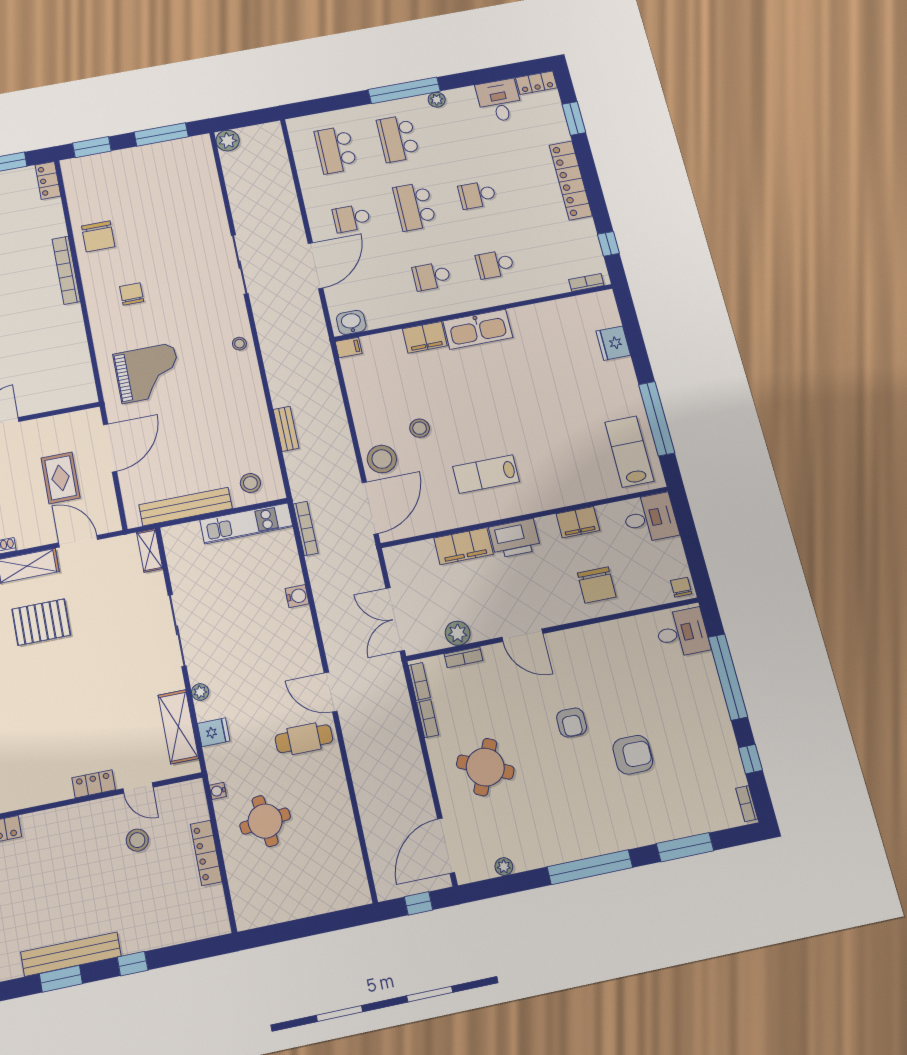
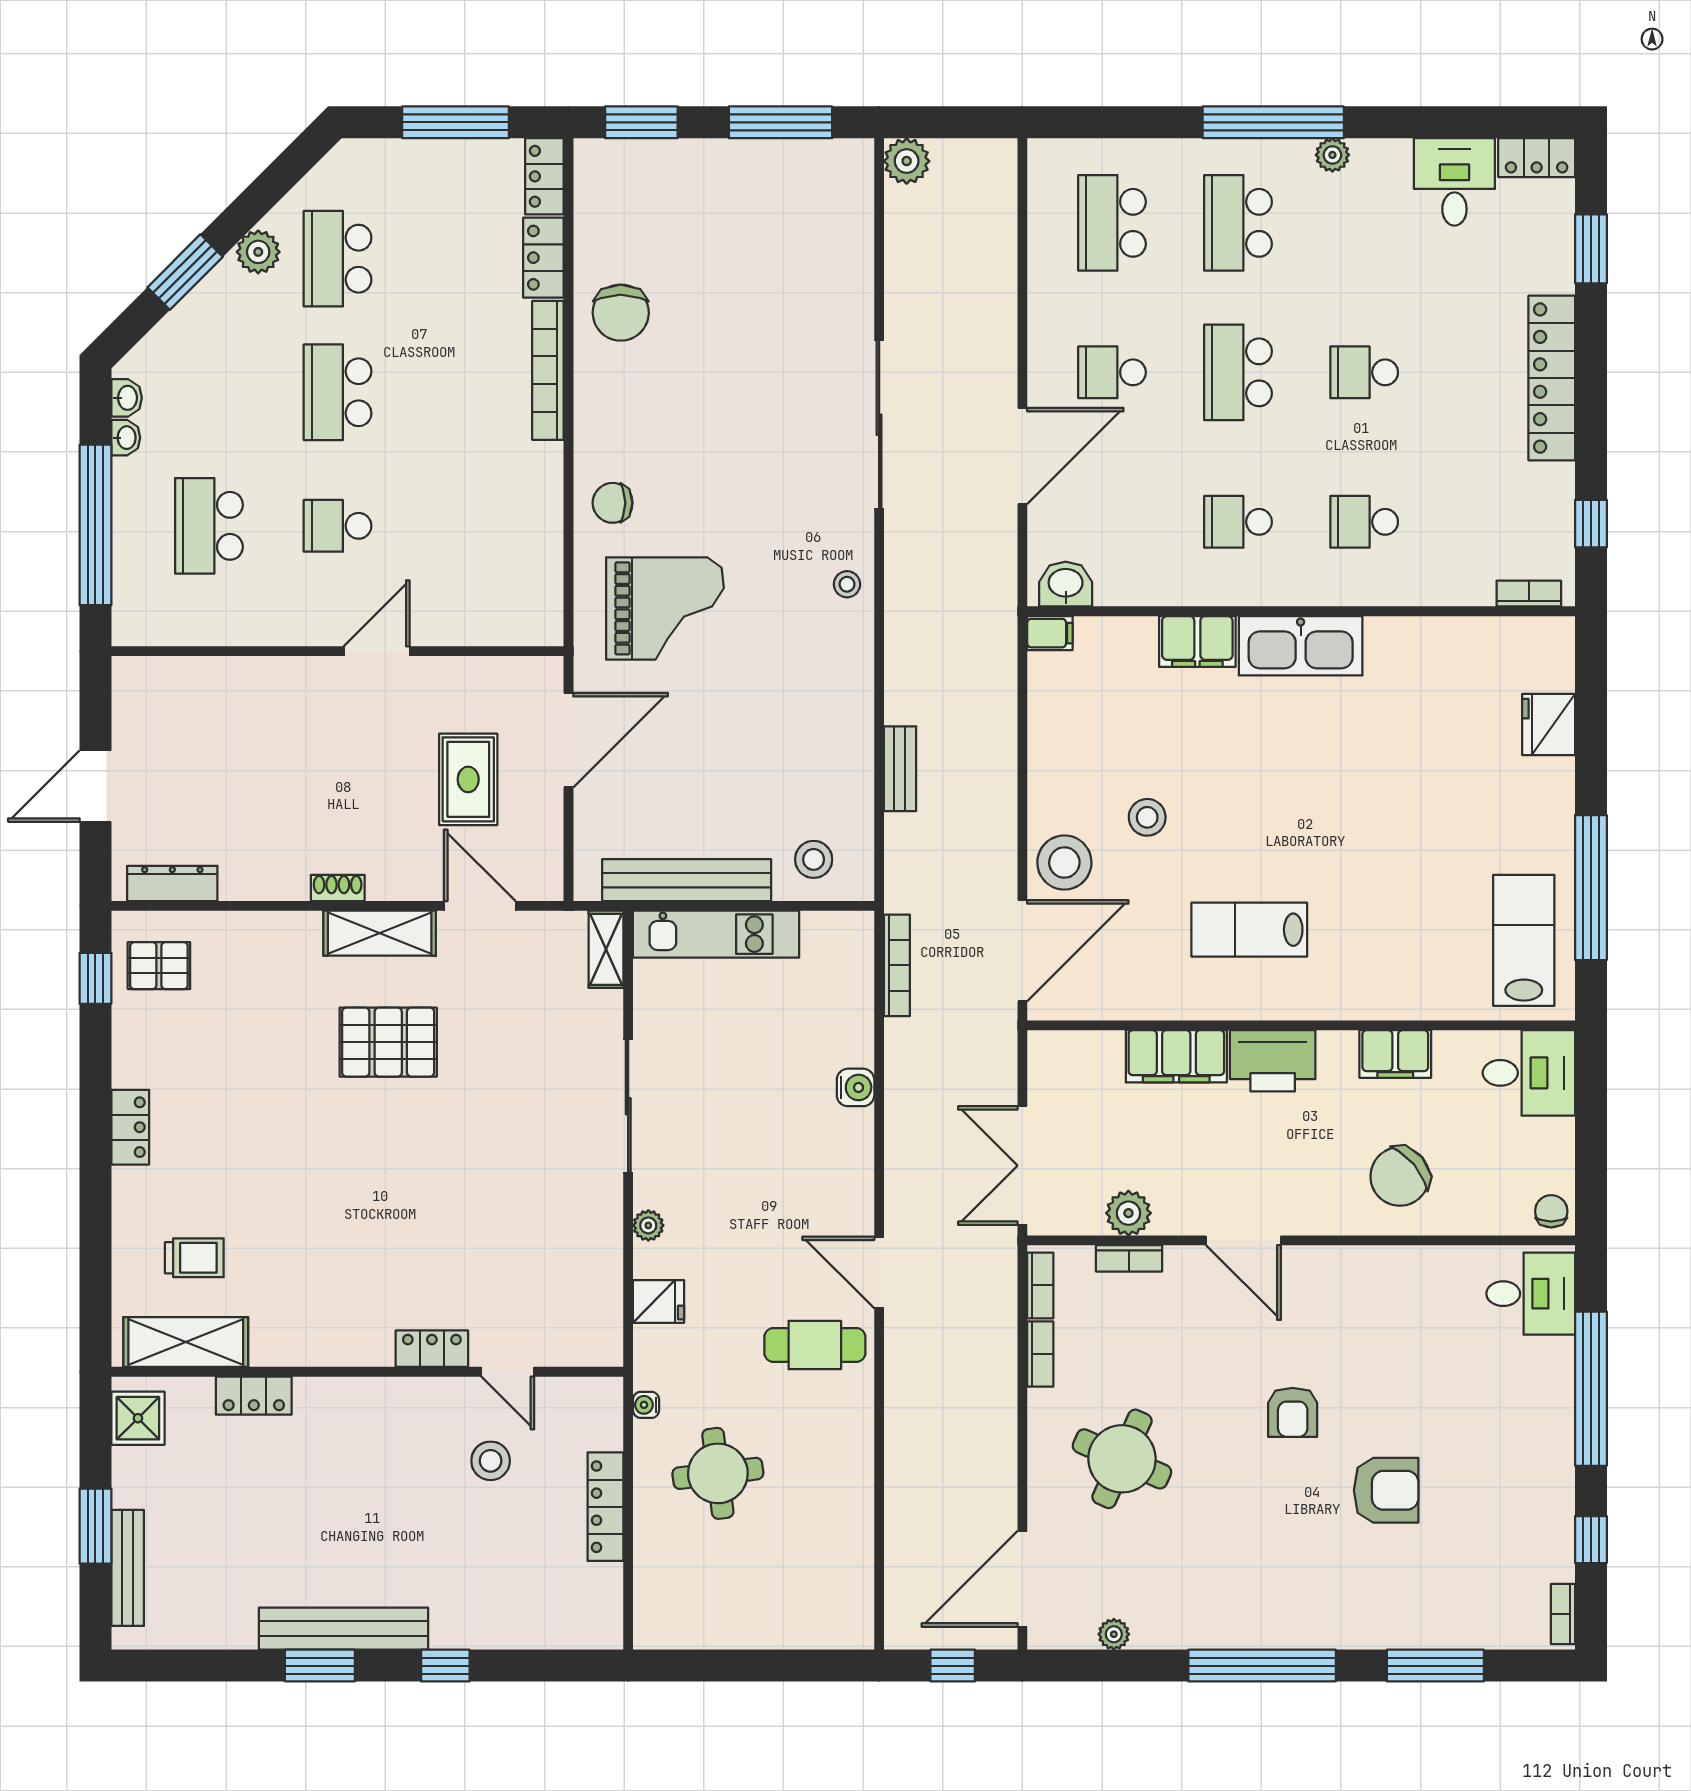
locker: (54, 218) -> (543, 258), added
sliding door: (240, 265) -> (879, 425), width x1.36
chair: (132, 294) -> (613, 503), moved, turned -90
kitchen unit: (246, 523) -> (716, 934), moved
chair: (597, 585) -> (1400, 1176), turned 50
shelving: (178, 727) -> (598, 1279), removed

